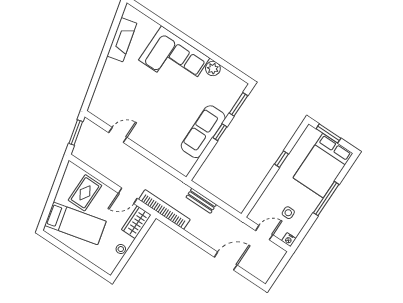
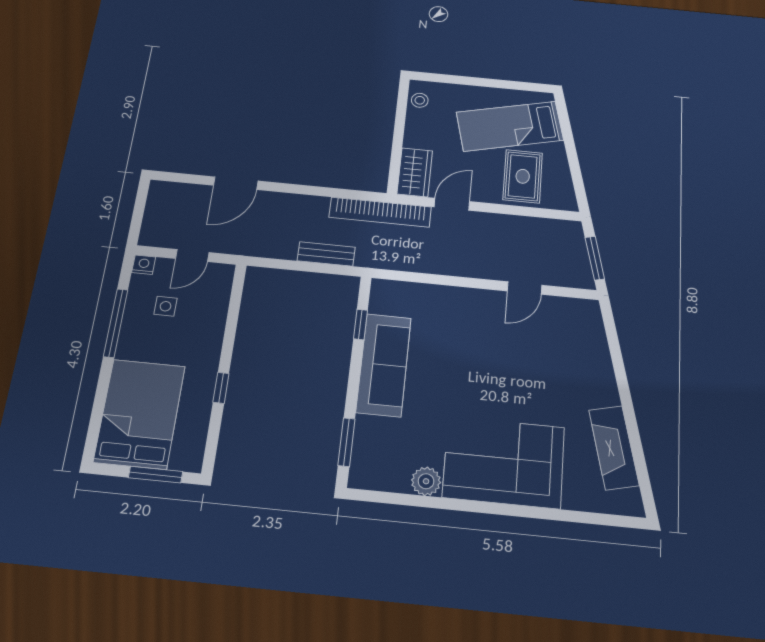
window: (220, 132) -> (360, 324), moved
window: (326, 199) -> (116, 323), moved
stool: (121, 249) -> (420, 100), moved

